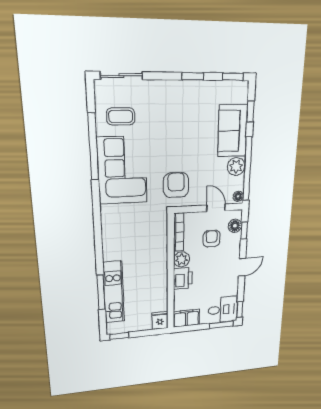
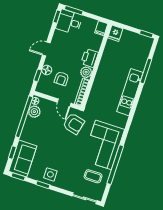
side table: (186, 97) -> (50, 174), added
sofa: (233, 131) -> (23, 159), moved
plant: (236, 167) -> (34, 112), moved
armchair: (176, 185) -> (74, 124), turned -76
door: (216, 208) -> (64, 103), moved
floor lamp: (235, 226) -> (47, 70), moved
kitchen unit: (114, 292) -> (130, 92), moved
filing cabinet: (186, 318) -> (101, 28), width x0.50

